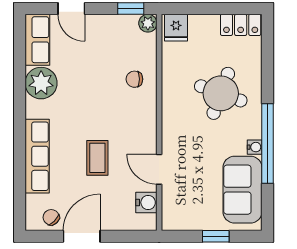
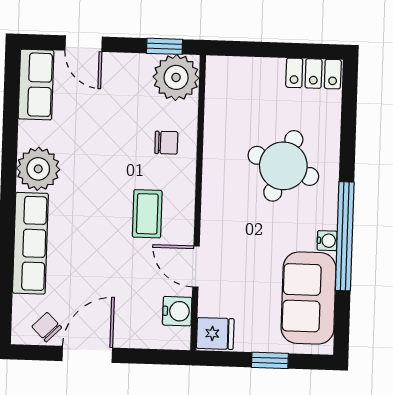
plant: (148, 23) -> (176, 77), width x1.87, depth x1.87
fridge: (176, 28) -> (215, 334), moved, turned -90
chair: (134, 79) -> (166, 143), turned 180
plant: (41, 83) -> (38, 169), moved
coffee table: (97, 158) -> (147, 214), moved

